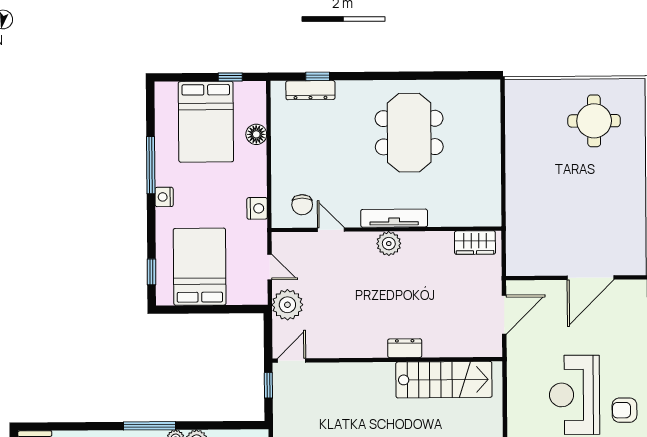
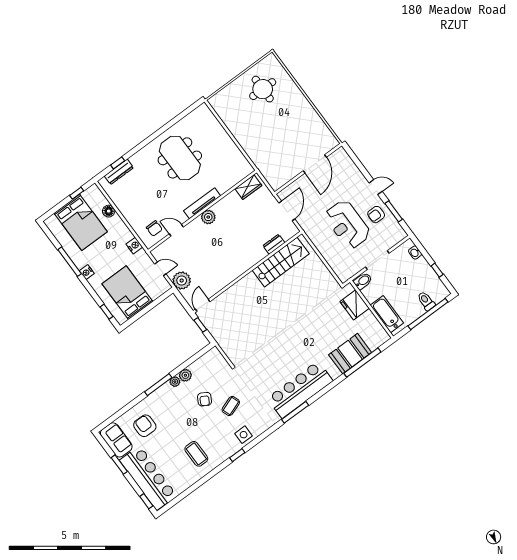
dresser: (405, 348) -> (274, 244), moved

